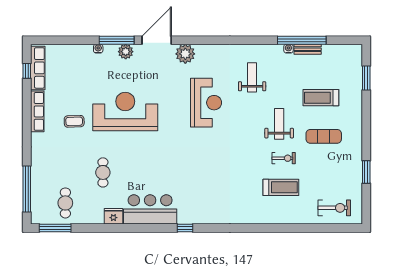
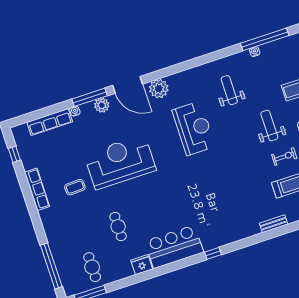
door: (157, 40) -> (128, 85), swing flipped
bench: (308, 49) -> (274, 224), moved
row of seats: (38, 68) -> (50, 122), moved, turned 90

